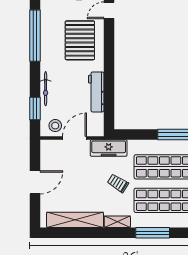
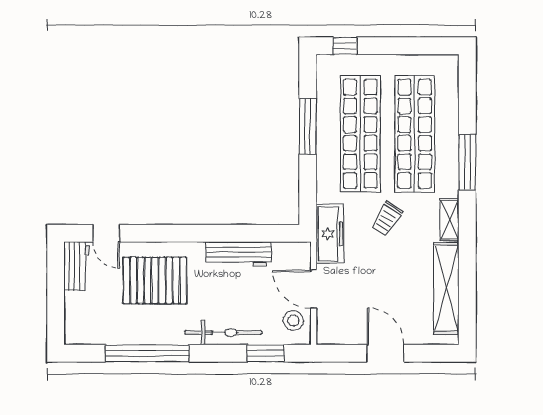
bicycle: (46, 89) -> (223, 333), width x1.37, depth x1.40

